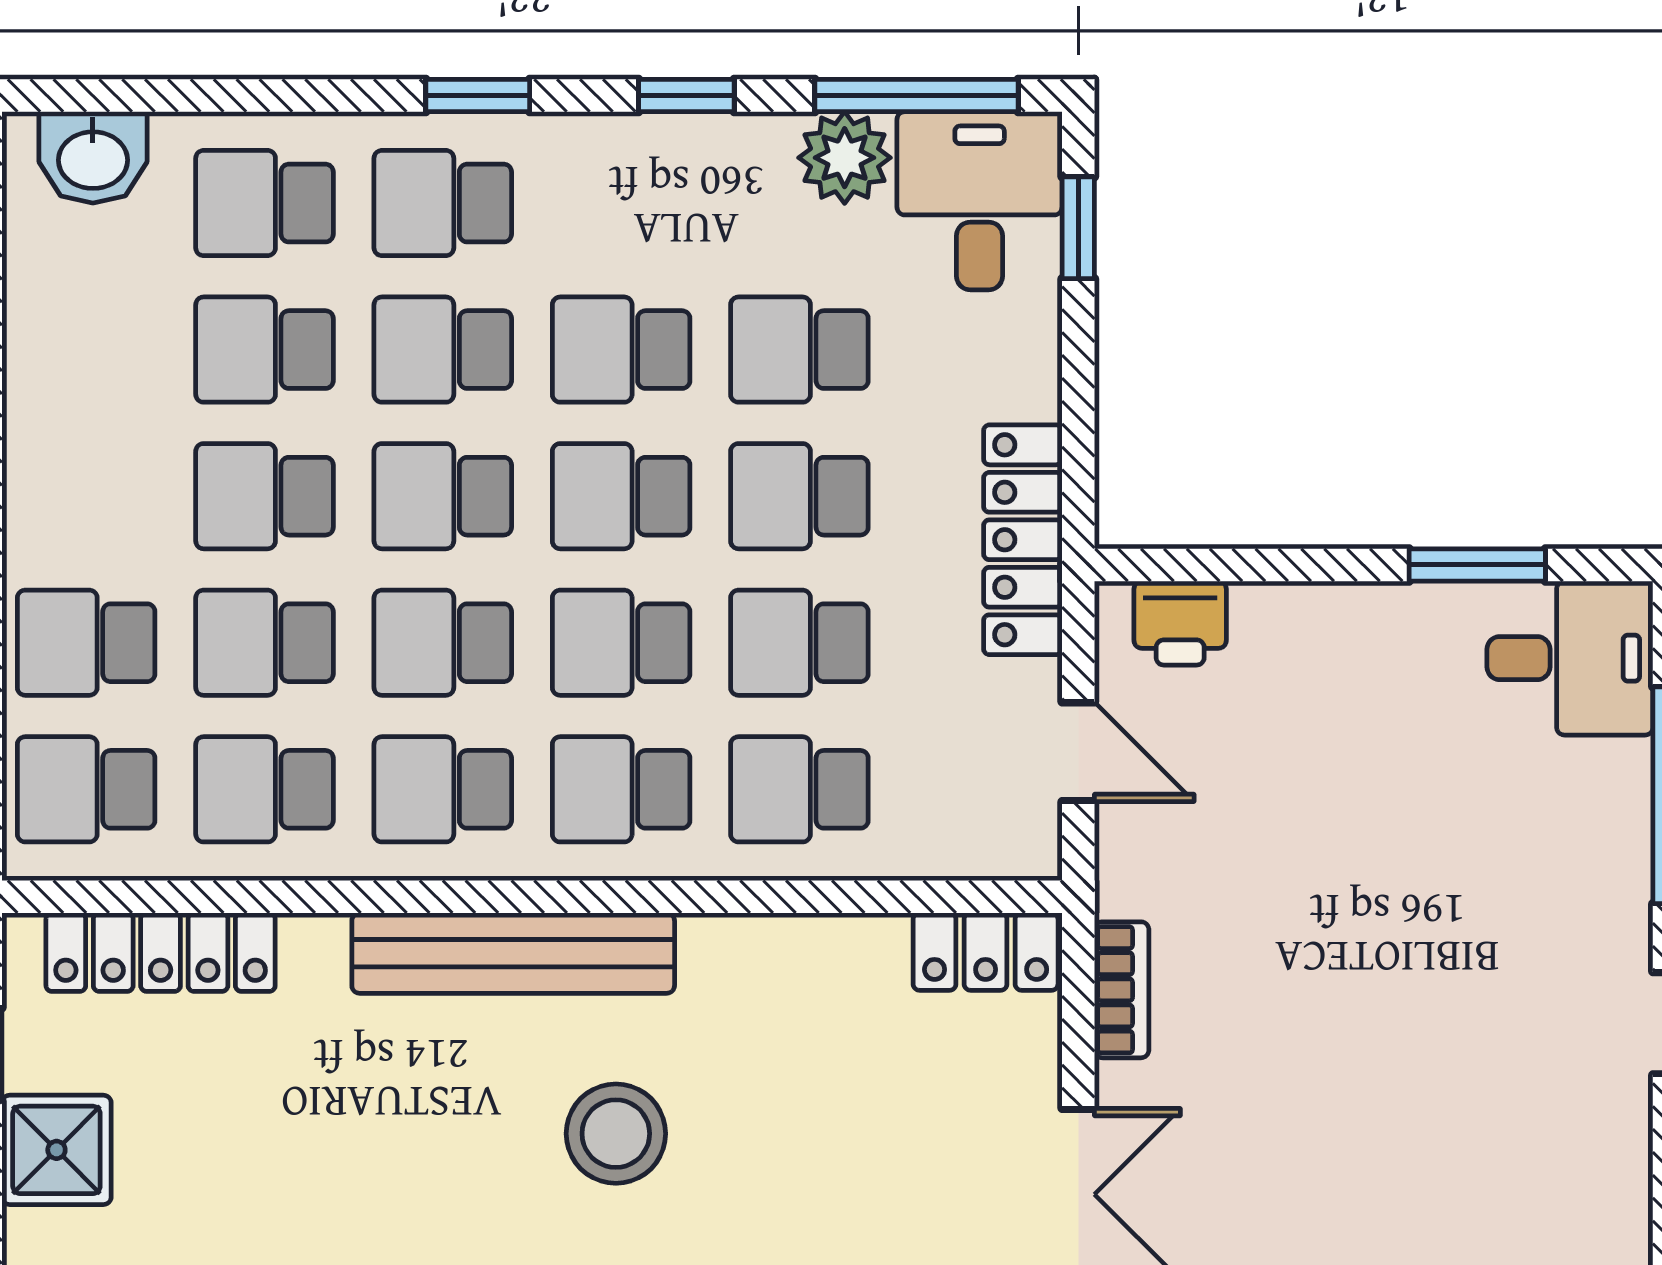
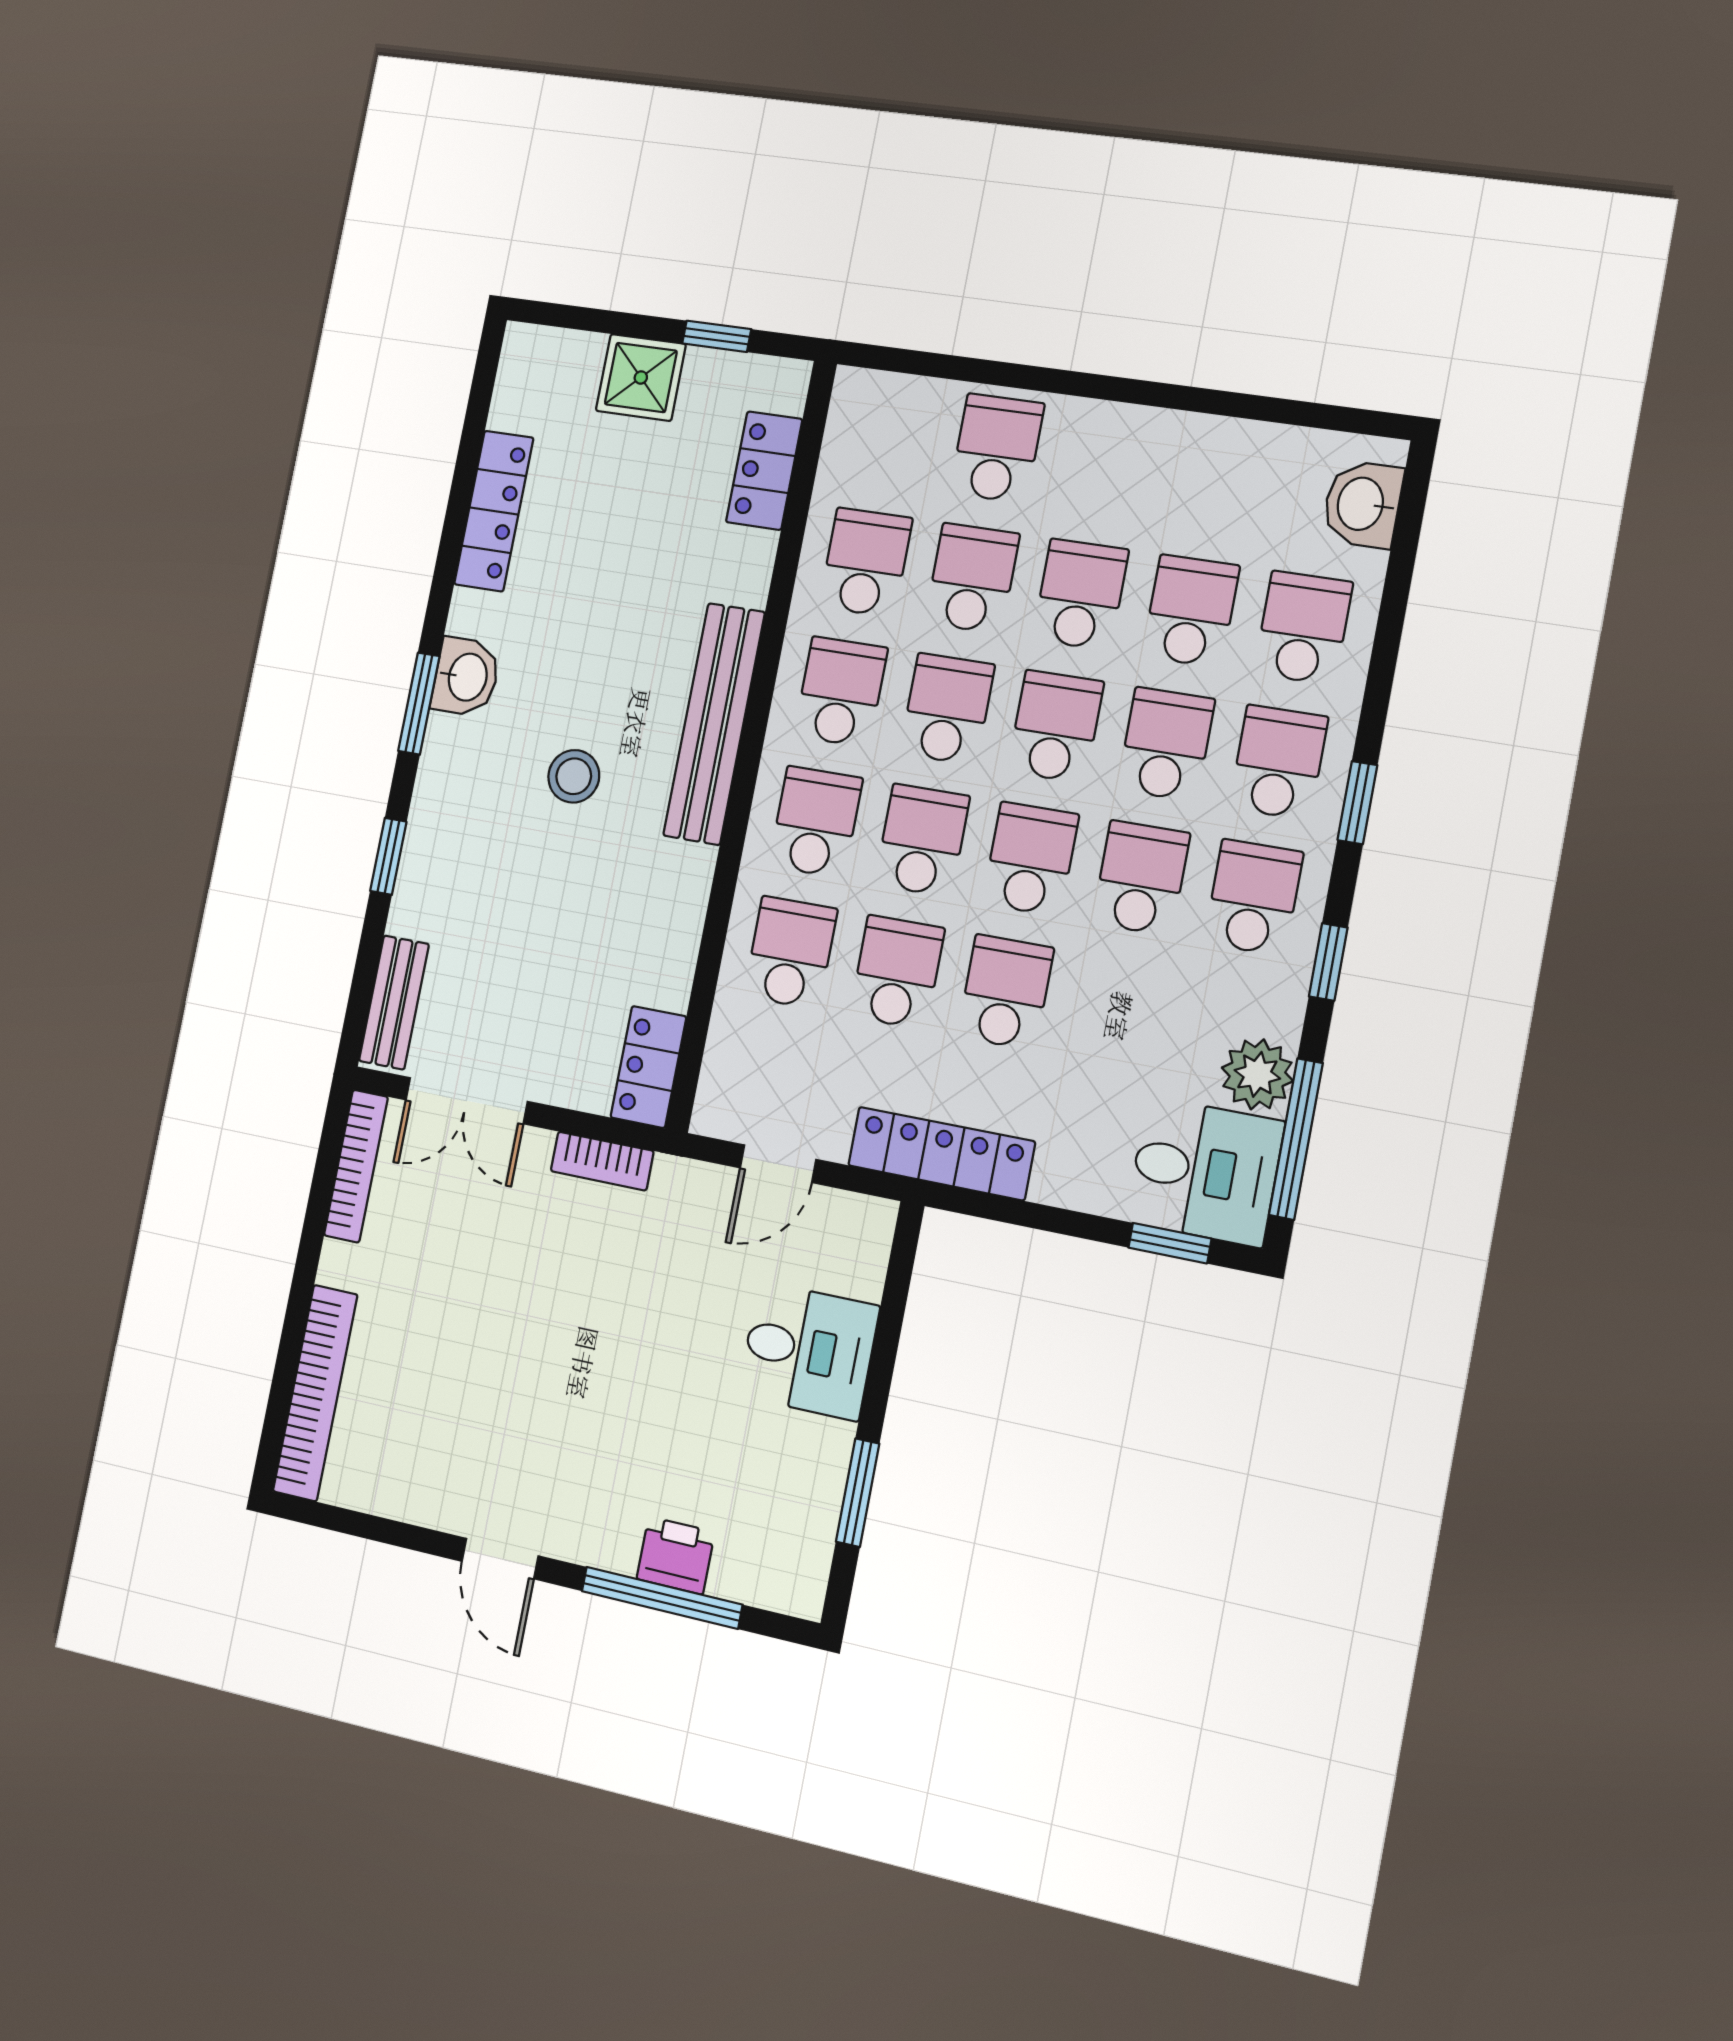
school desk: (799, 350) -> (1254, 898), moved
printer: (1180, 623) -> (676, 1555), moved, turned 90
desk: (1570, 658) -> (809, 1351), moved, turned -90
school desk: (86, 789) -> (890, 434), removed
locker: (161, 952) -> (764, 471), width x0.66
stool: (616, 1134) -> (574, 776), width x0.73, depth x0.73

